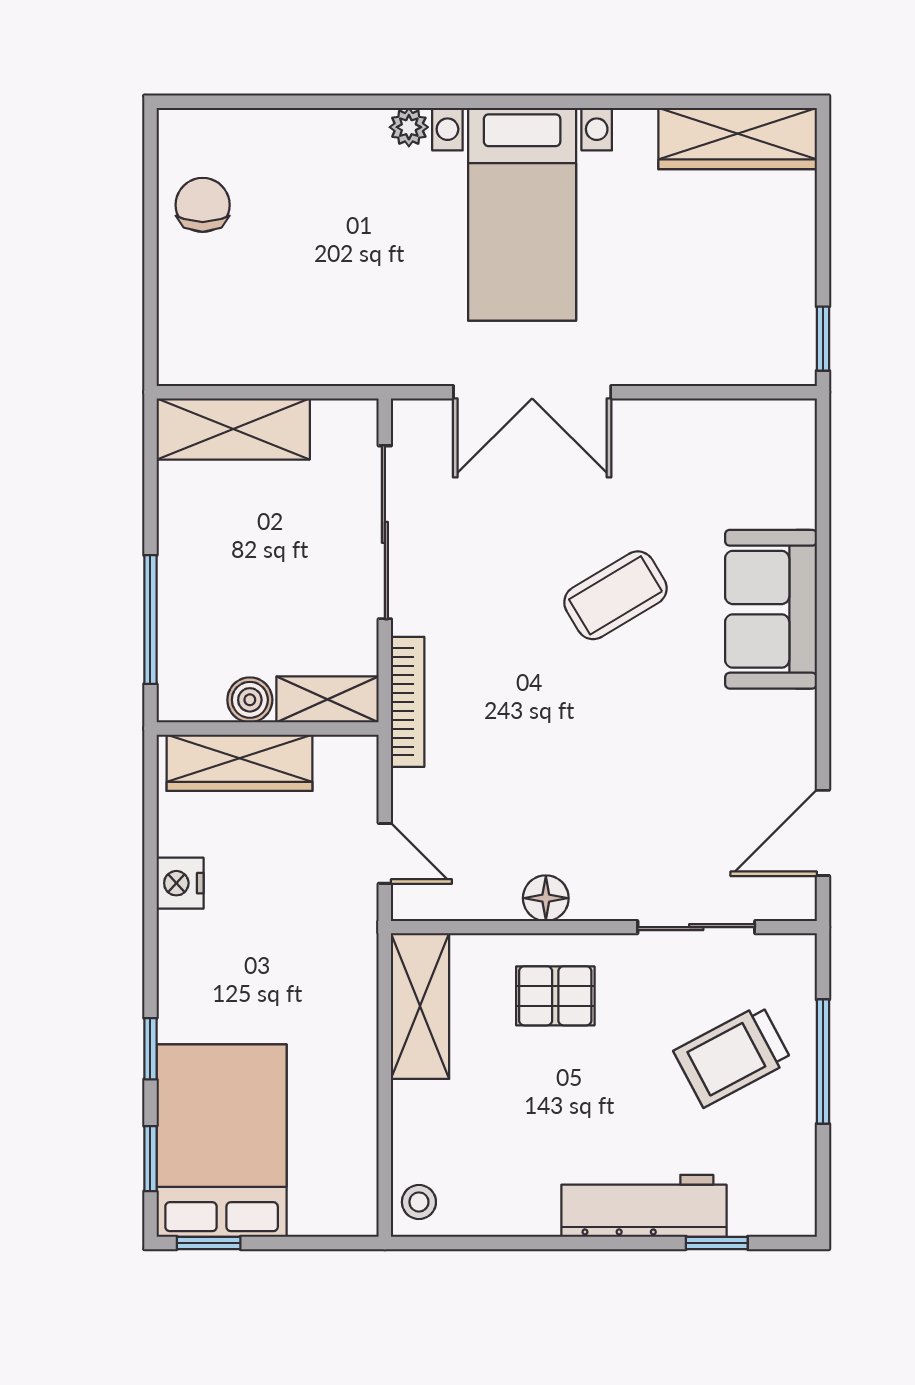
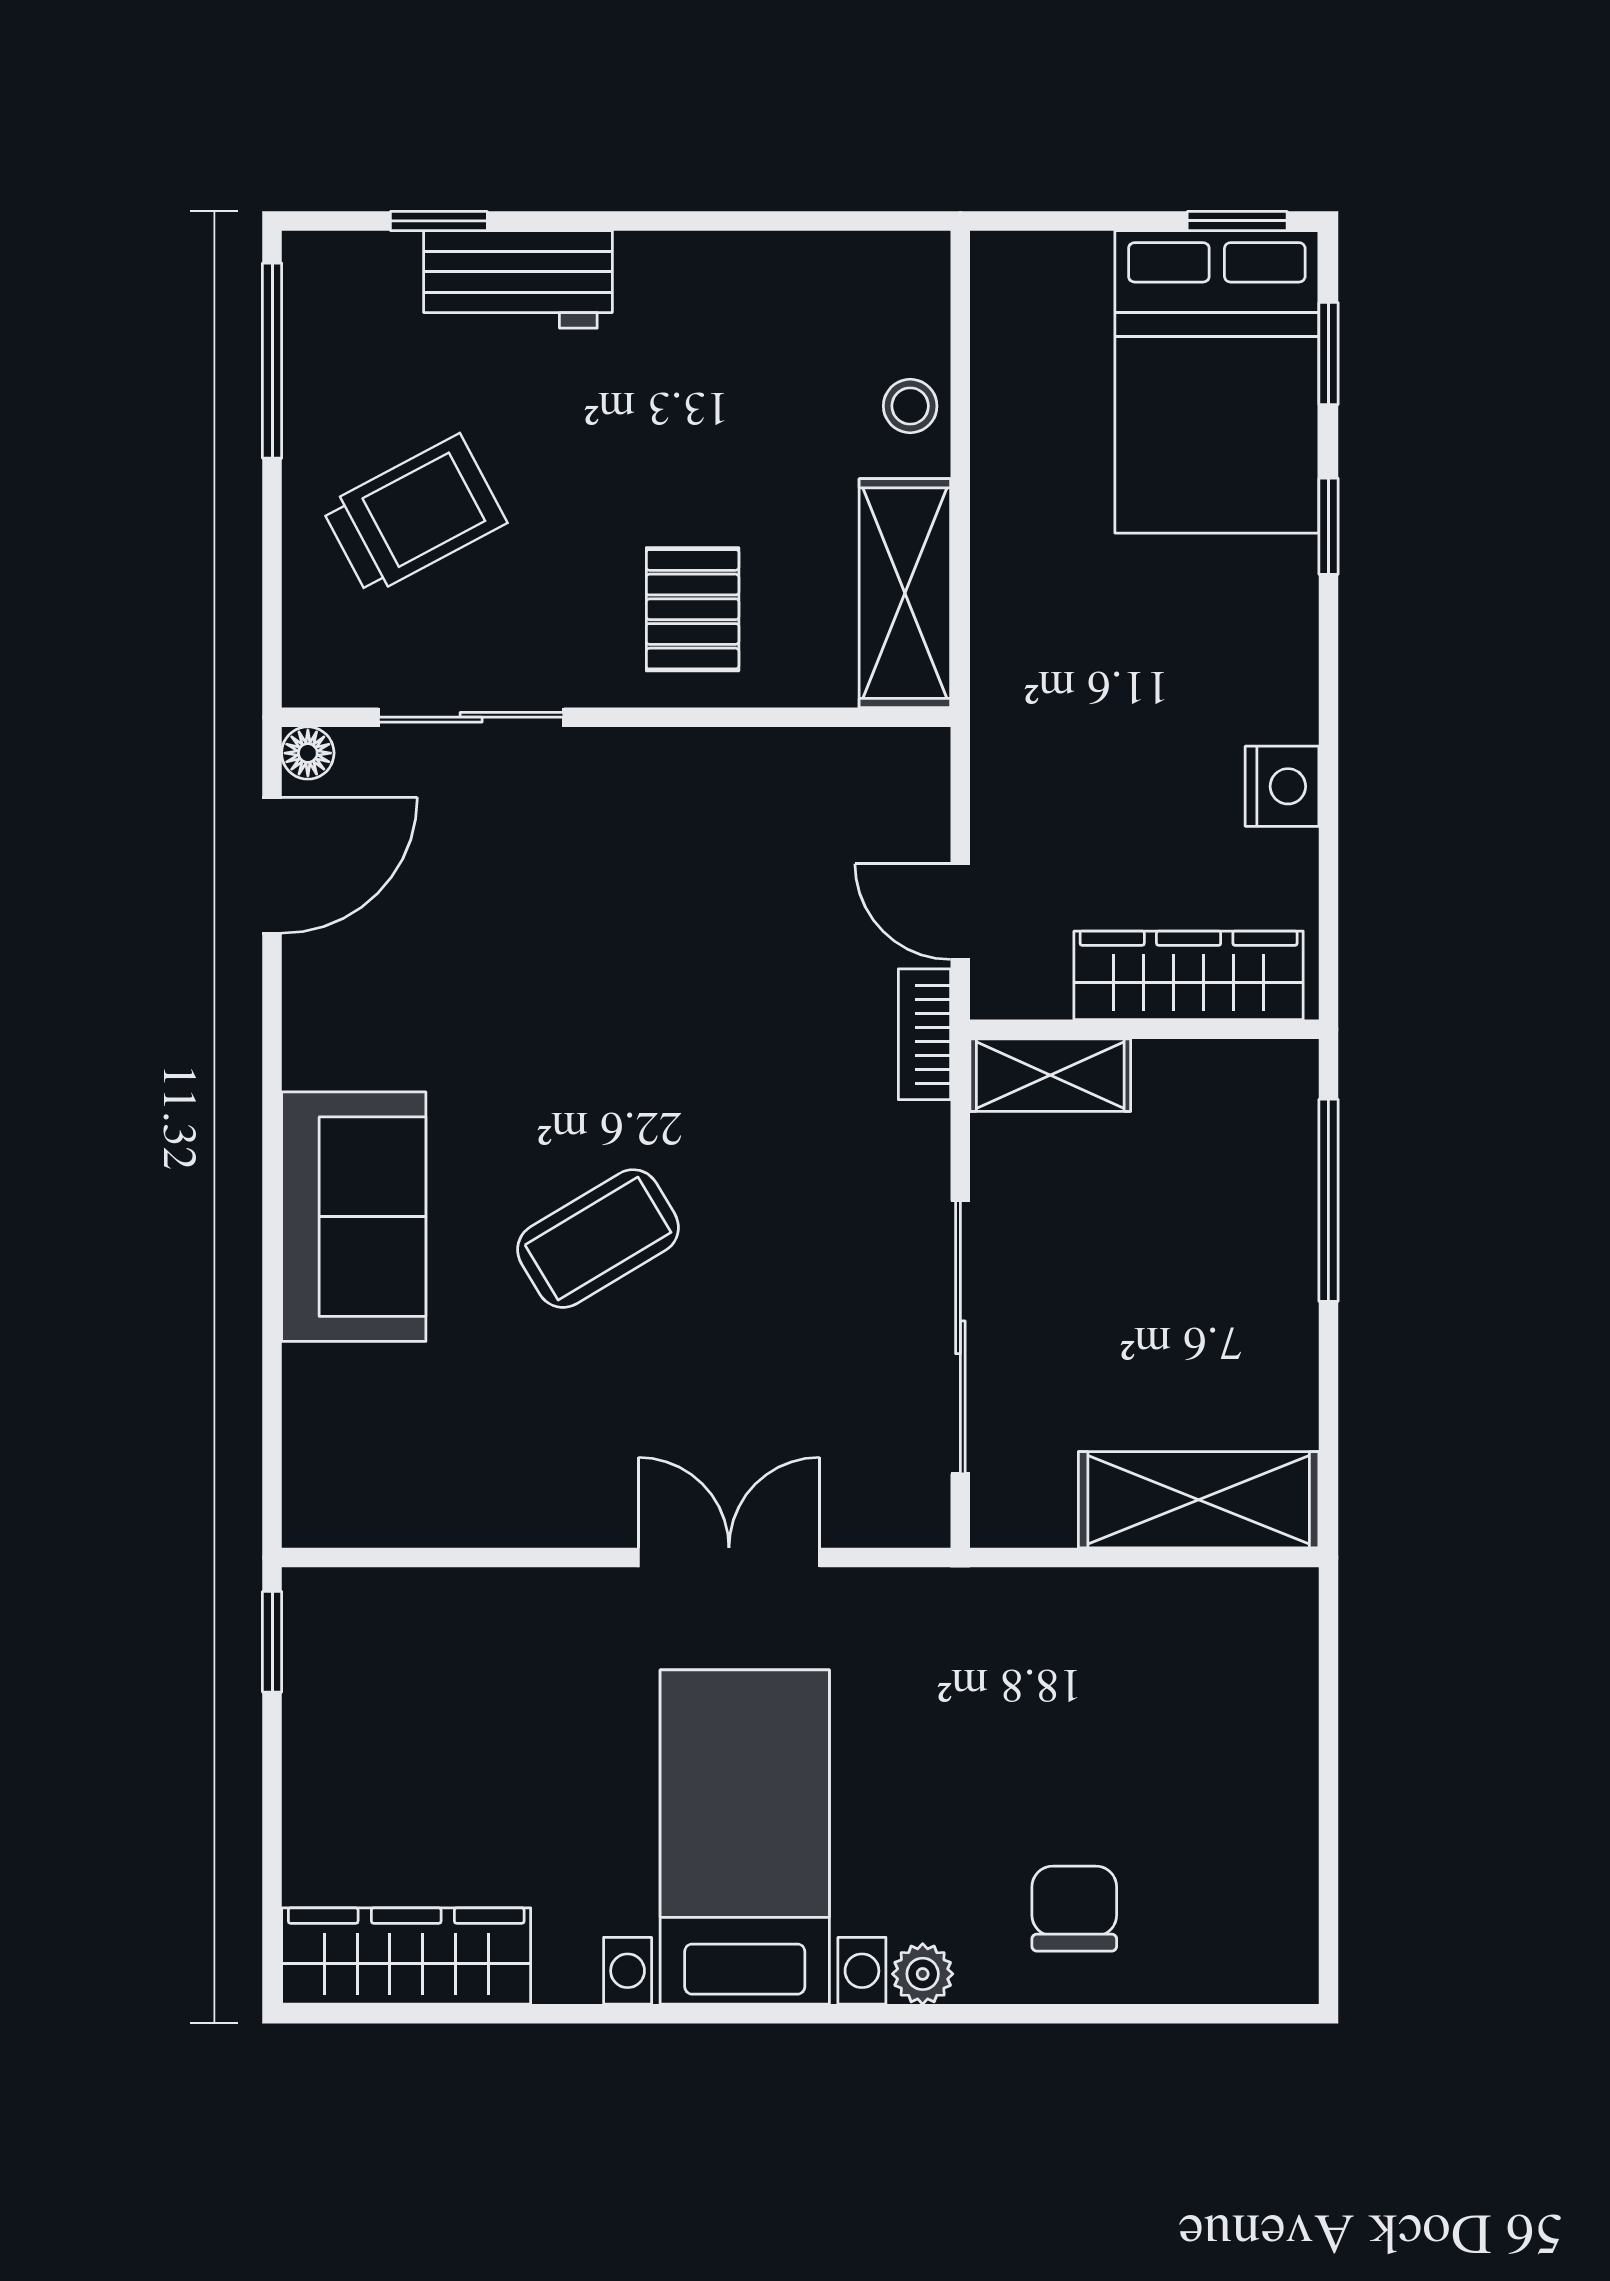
chair: (203, 205) -> (1074, 1909), moved, turned 180
double door: (532, 392) -> (729, 1558), width x0.73
boiler: (250, 700) -> (1172, 1074), removed
bookcase: (408, 702) -> (925, 1034), width x0.64
door: (385, 853) -> (960, 912), moved
floor lamp: (546, 898) -> (308, 753), moved, width x0.73, depth x0.73
pallet: (555, 996) -> (693, 609), turned 90
window: (823, 1062) -> (272, 361), moved
stool: (419, 1202) -> (910, 406), moved
workbench: (644, 1206) -> (518, 279), width x0.73

